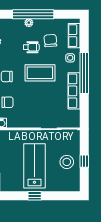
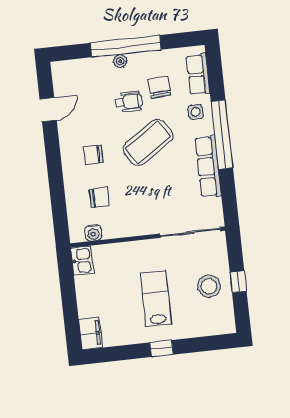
coffee table: (40, 73) -> (148, 143), turned -34
lab bench: (34, 166) -> (156, 299), width x0.73, depth x0.72

